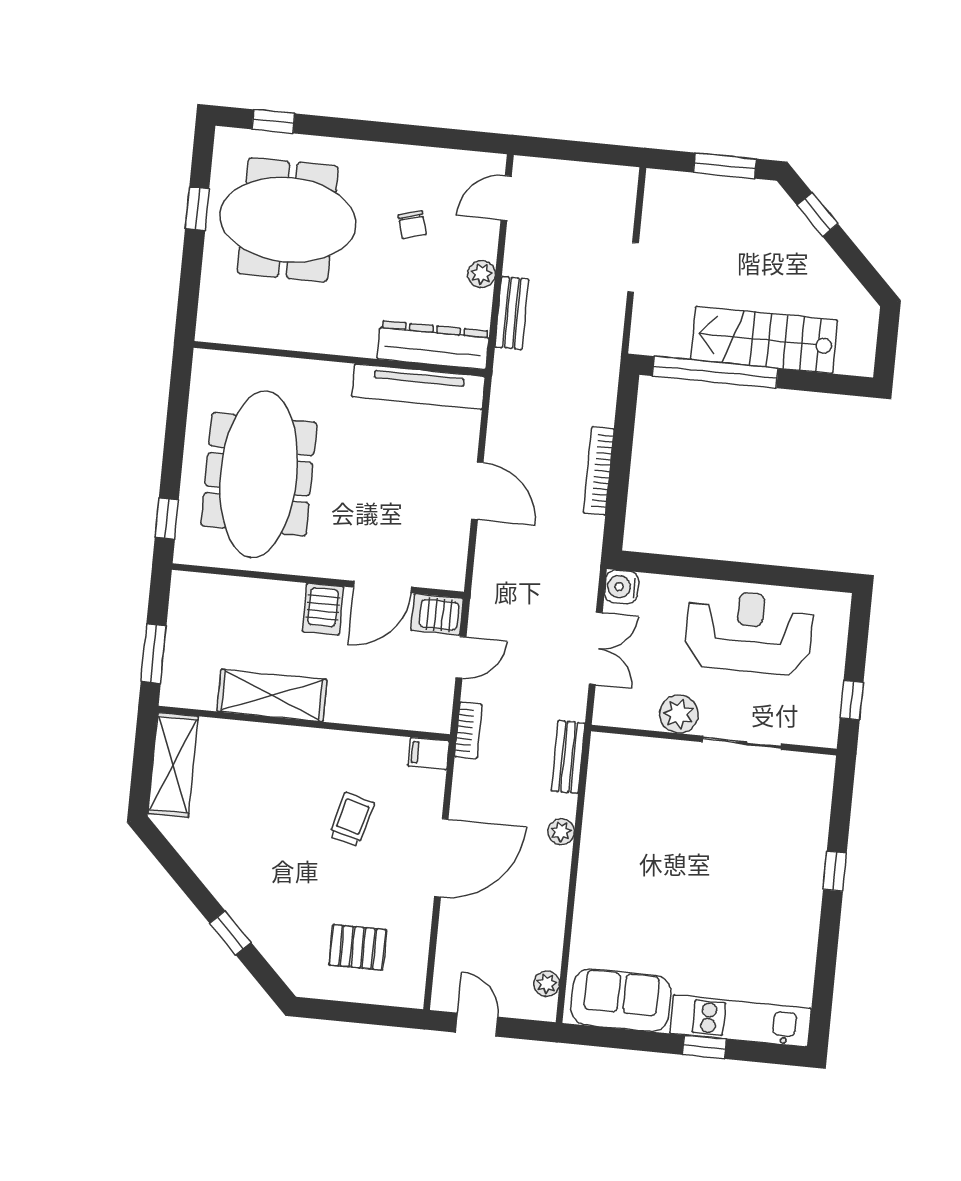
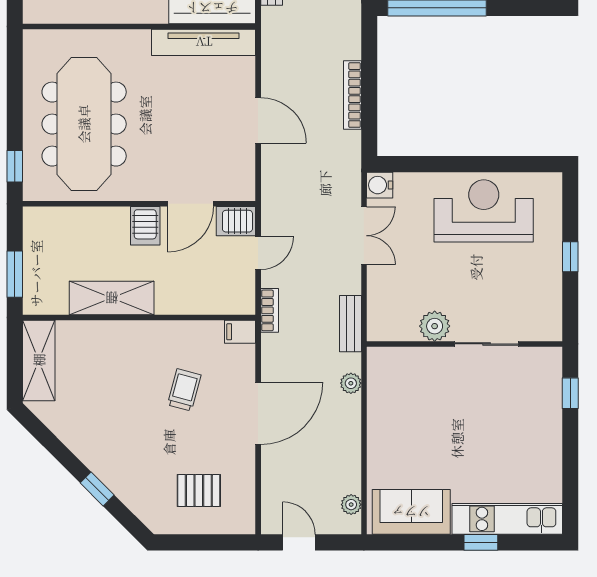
plant: (679, 714) -> (435, 326), moved
wall: (714, 740) -> (464, 344), moved
sliding door: (742, 743) -> (487, 344), moved

